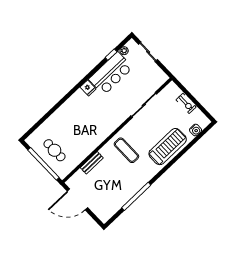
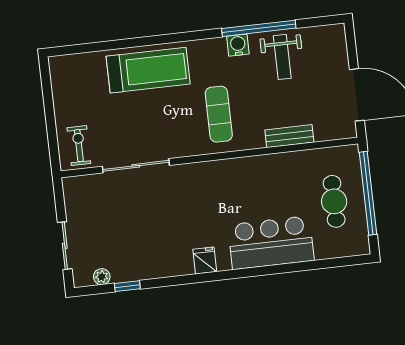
bar counter: (111, 73) -> (271, 243), moved
exercise bike: (186, 103) -> (79, 146), moved
water cooler: (196, 130) -> (238, 45), moved
treadmill: (168, 147) -> (148, 70), turned 180
weight bench: (118, 192) -> (282, 57), added

